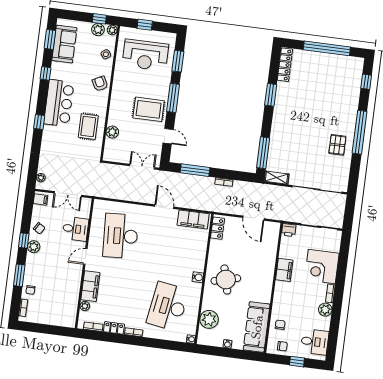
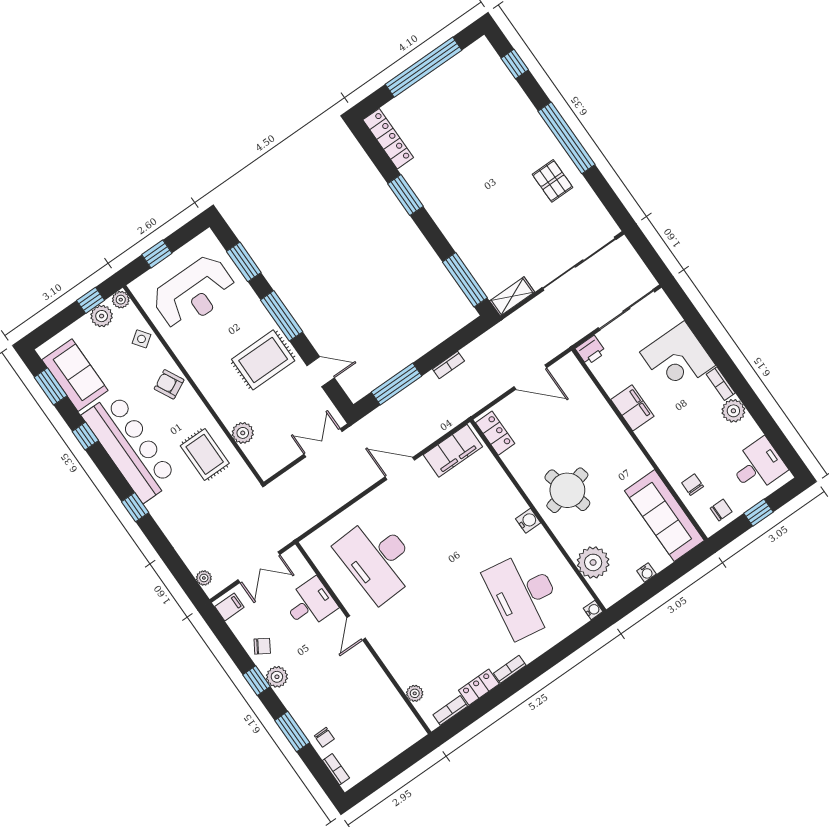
bar counter: (59, 103) -> (130, 447), width x1.36
filing cabinet: (90, 286) -> (398, 661), removed

